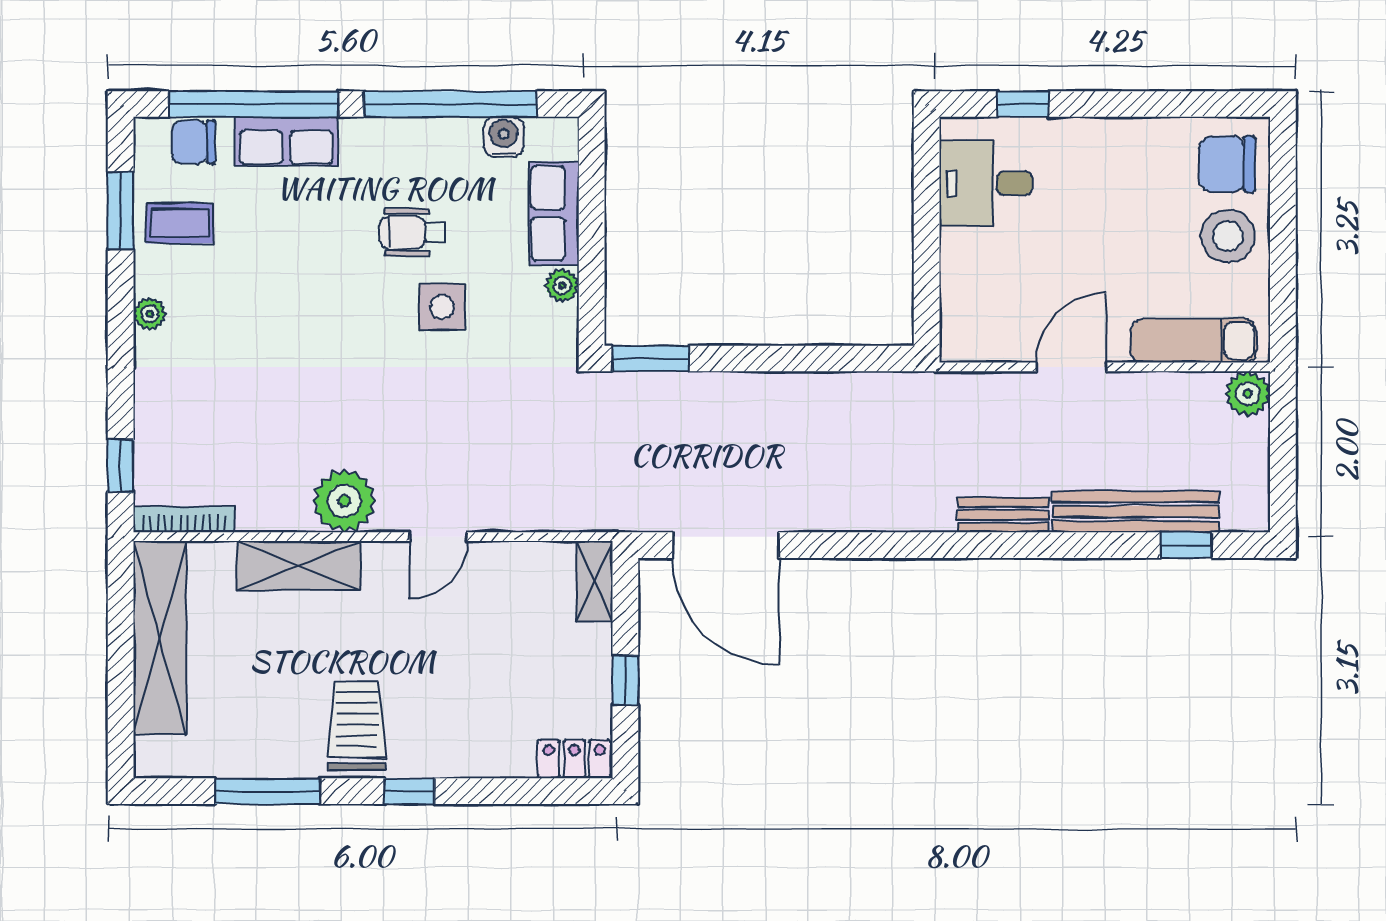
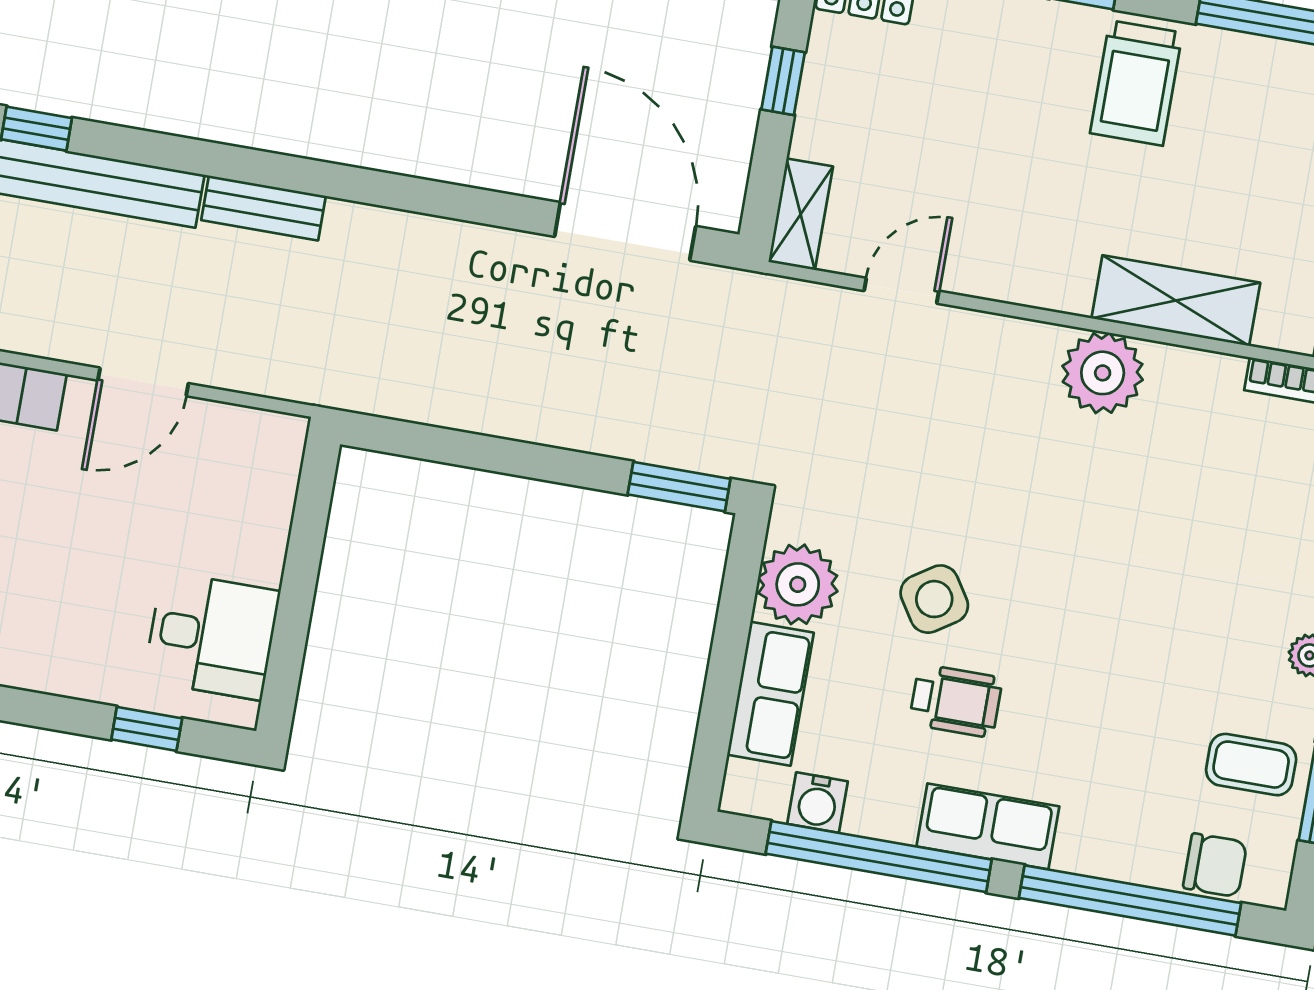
row of seats: (286, 141) -> (988, 826), moved
plant: (562, 285) -> (798, 584), width x1.88, depth x1.88
side table: (442, 307) -> (934, 599), turned -33
door: (438, 537) -> (902, 291), moved

